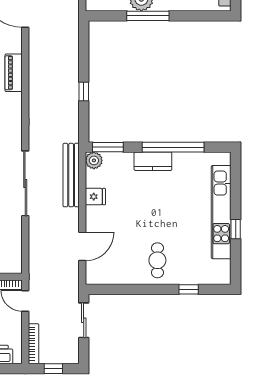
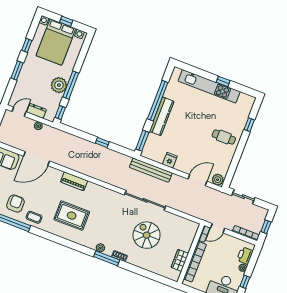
window: (103, 16) -> (60, 112), added
plant: (94, 160) -> (218, 180), moved
kitchen counter: (153, 161) -> (162, 116), width x1.50
door: (82, 246) -> (197, 180), hinge flipped

